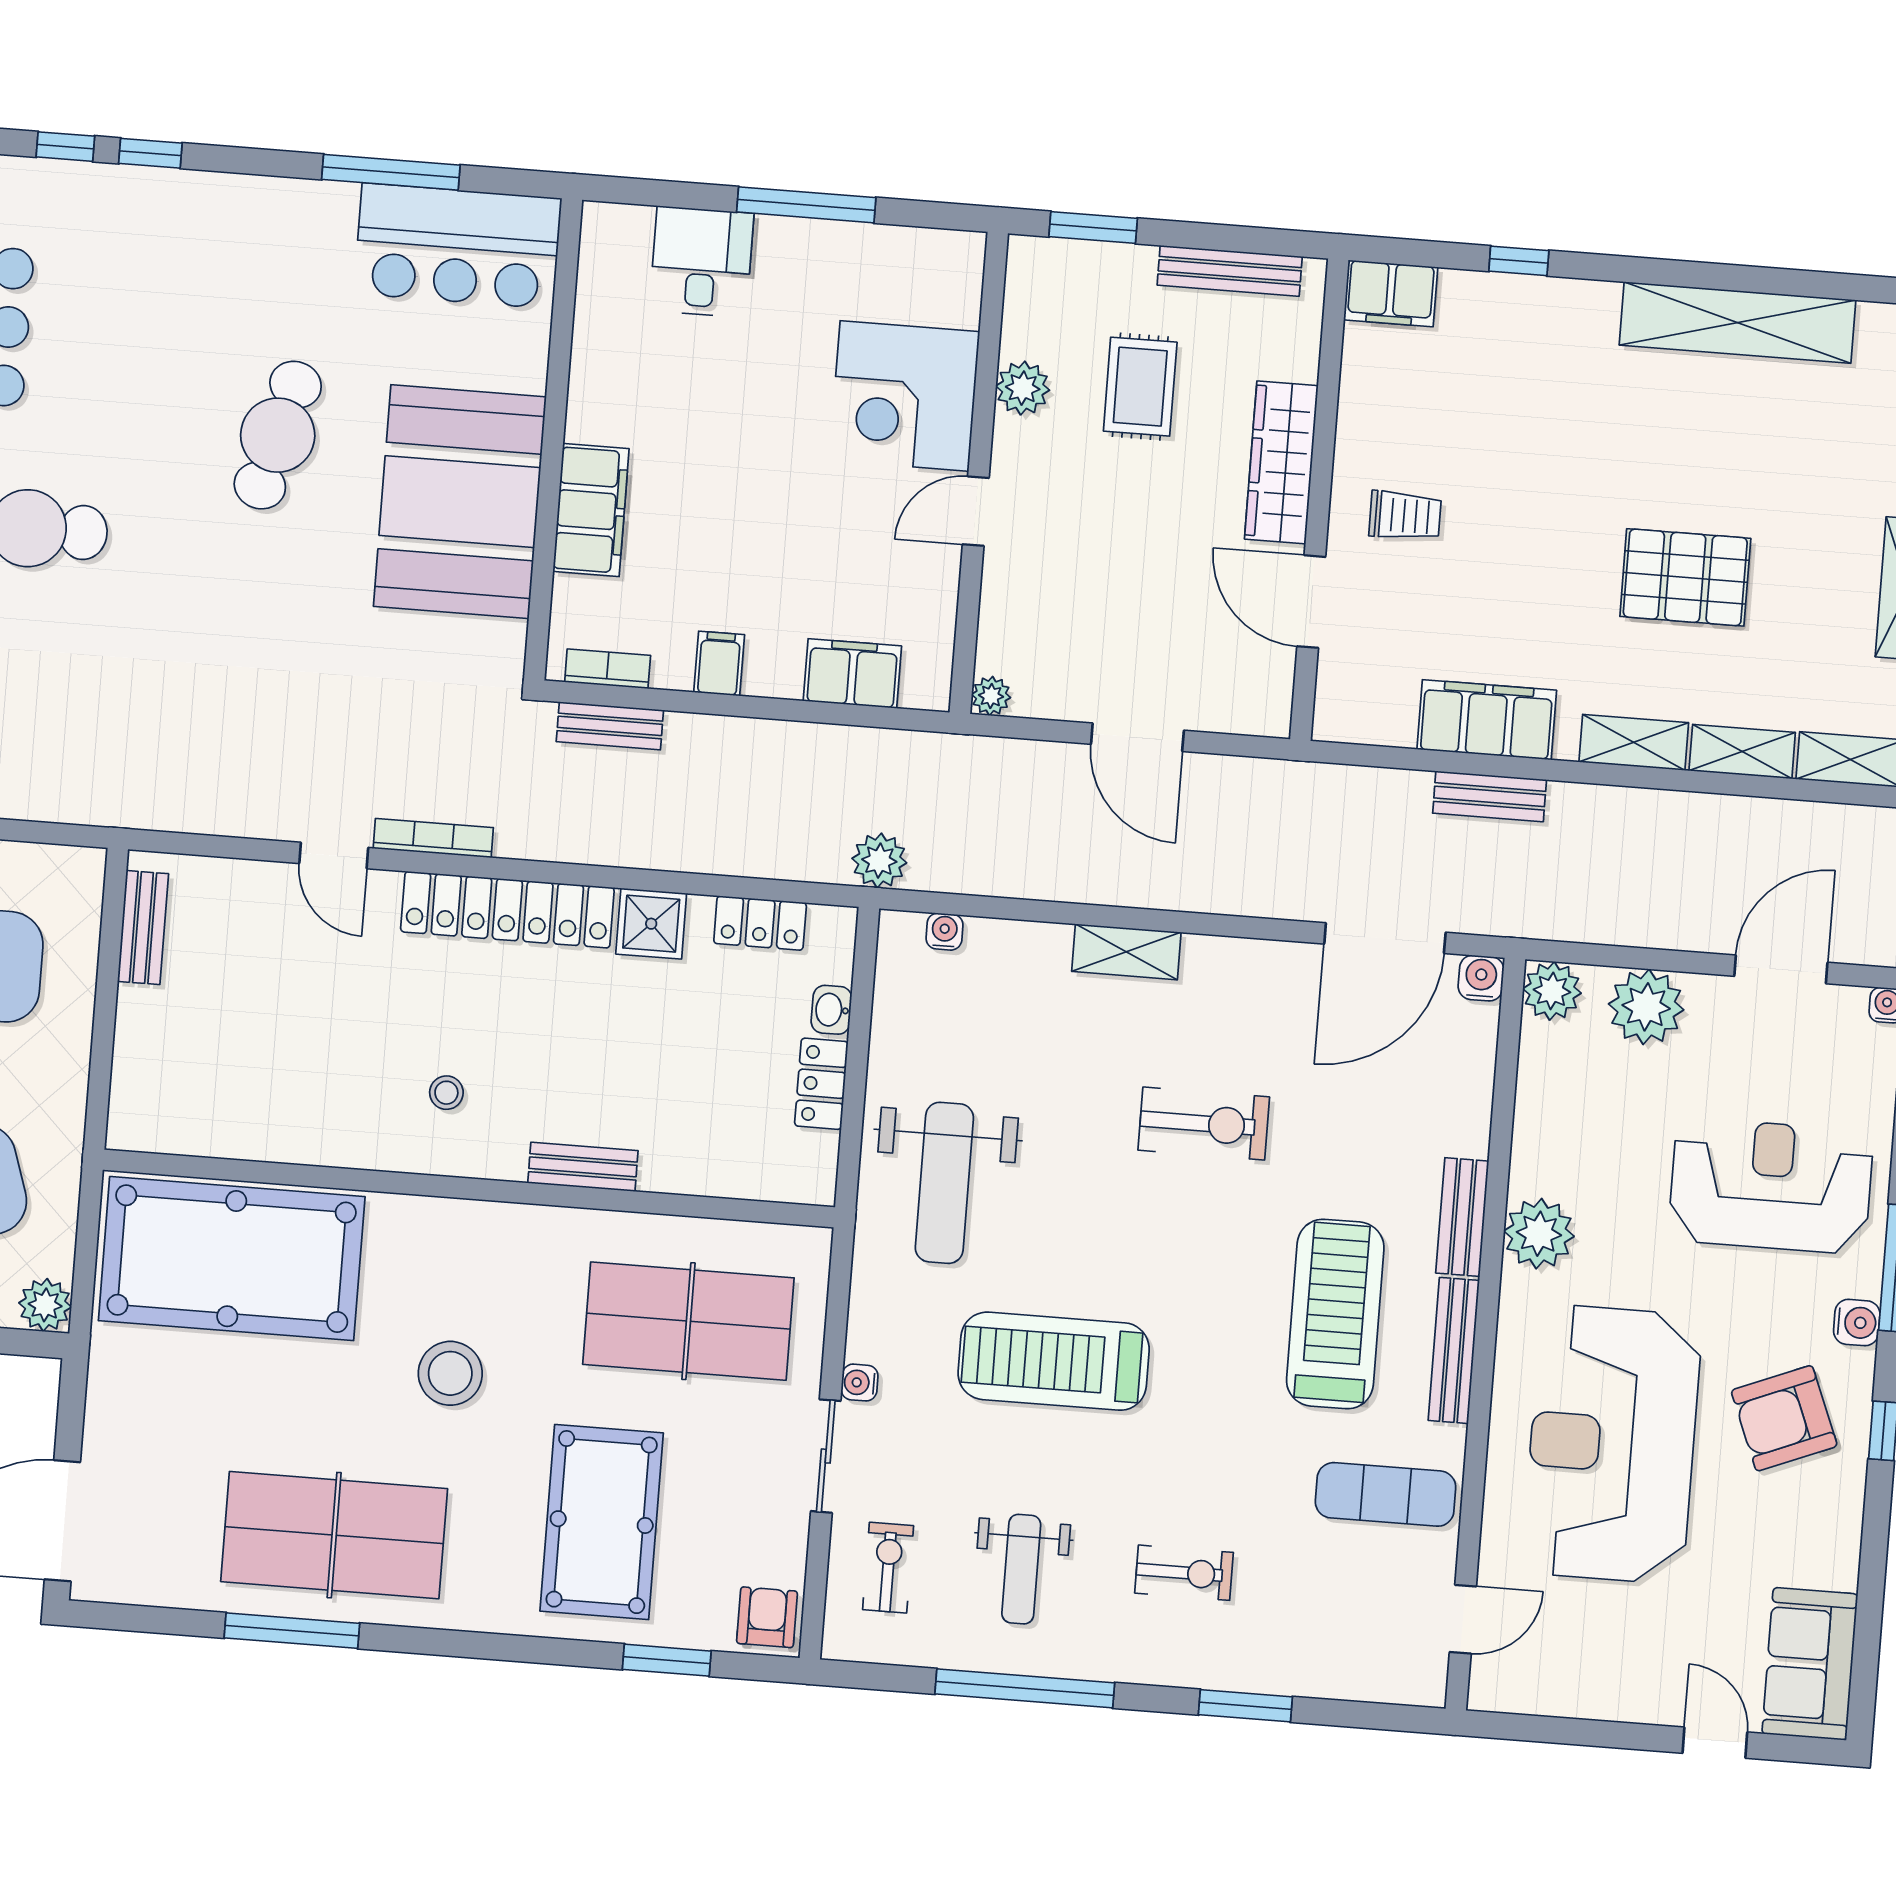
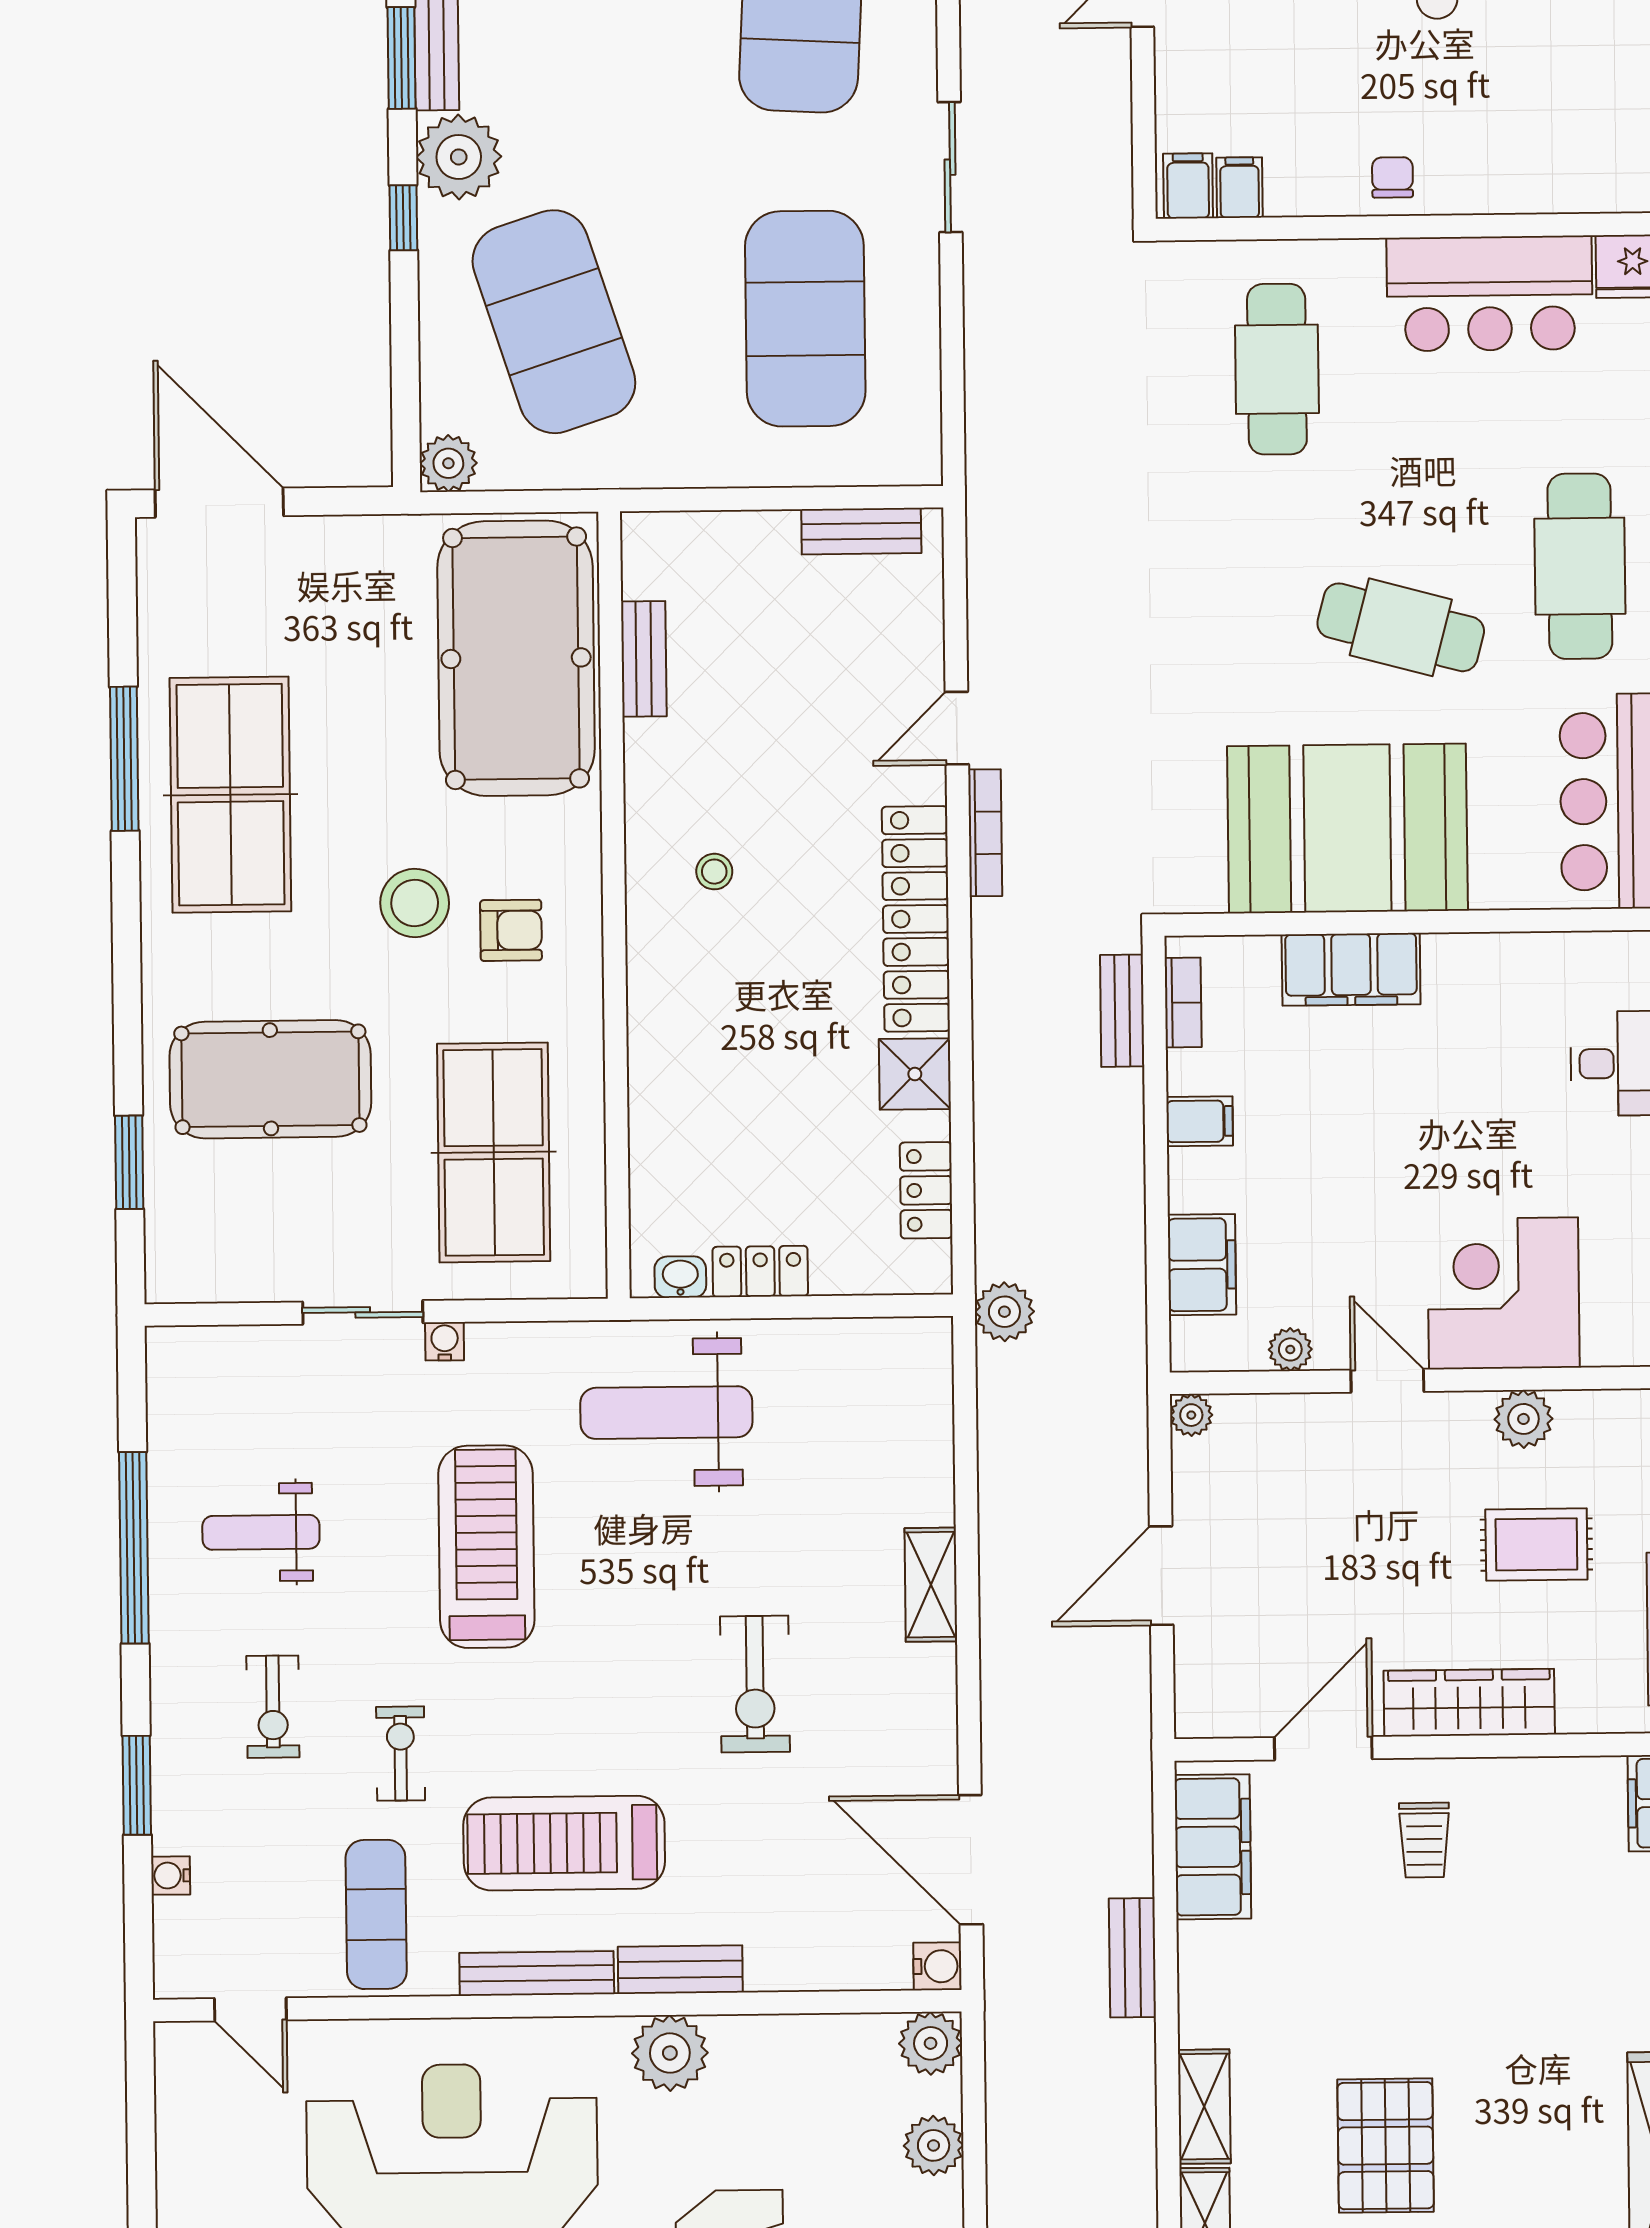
cafe table: (236, 264) -> (1580, 566), added
plant: (939, 599) -> (1290, 1349), added
filing cabinet: (1487, 720) -> (1213, 1847), moved
water cooler: (944, 932) -> (171, 1876), moved, turned 180
plant: (1646, 1007) -> (934, 2145), width x0.73, depth x0.73
washbasin: (831, 1010) -> (680, 1277), moved
bench: (583, 1167) -> (644, 659), moved
treadmill: (1335, 1314) -> (564, 1843), turned 180
exercise bike: (888, 1568) -> (401, 1754), moved, turned -90
armchair: (767, 1617) -> (511, 930), moved

